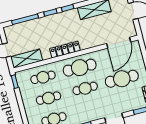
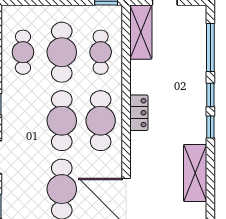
locker: (65, 50) -> (139, 113), width x0.66
cafe table: (85, 88) -> (62, 121), width x1.37, depth x1.35
cafe table: (48, 98) -> (62, 52), width x1.37, depth x1.35

